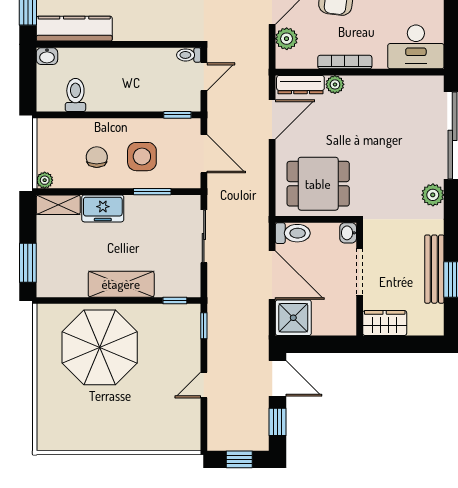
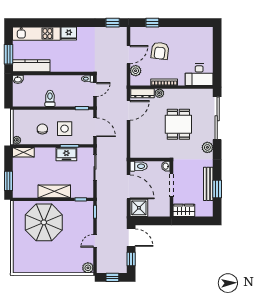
toilet: (75, 95) -> (50, 98), moved
dining table: (318, 184) -> (178, 124), moved, turned 90
freezer: (103, 208) -> (66, 154), moved
plant: (190, 440) -> (88, 268), added

